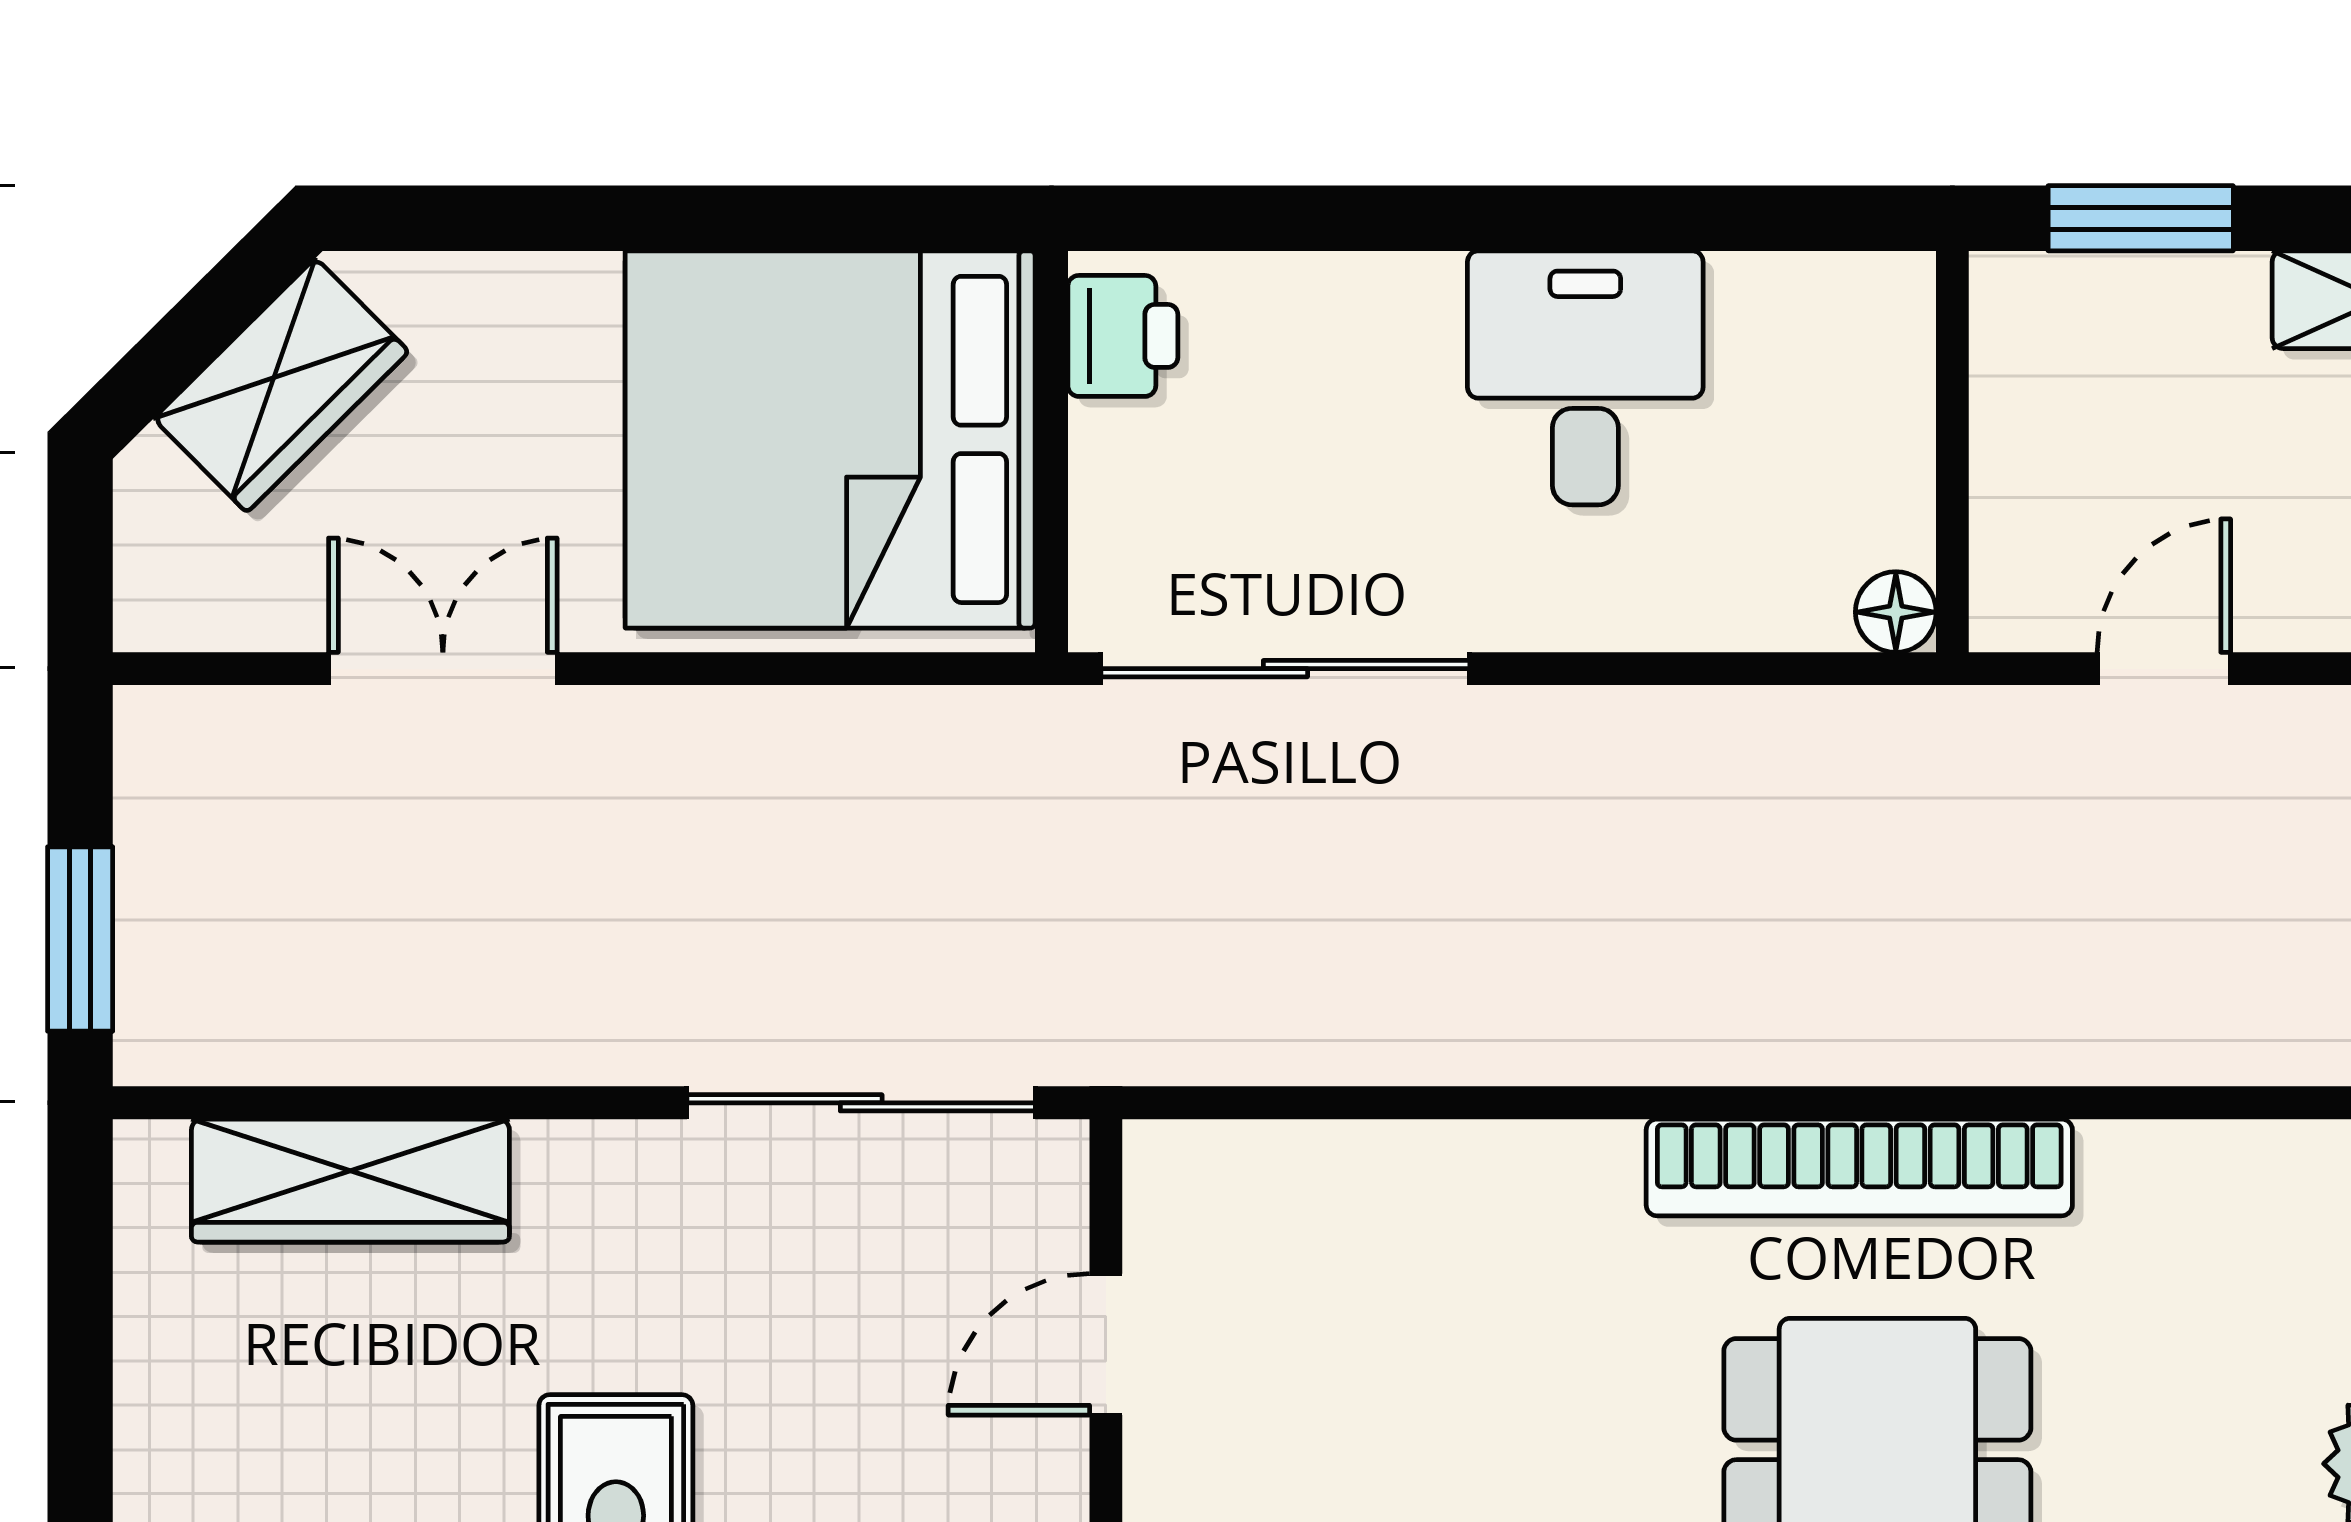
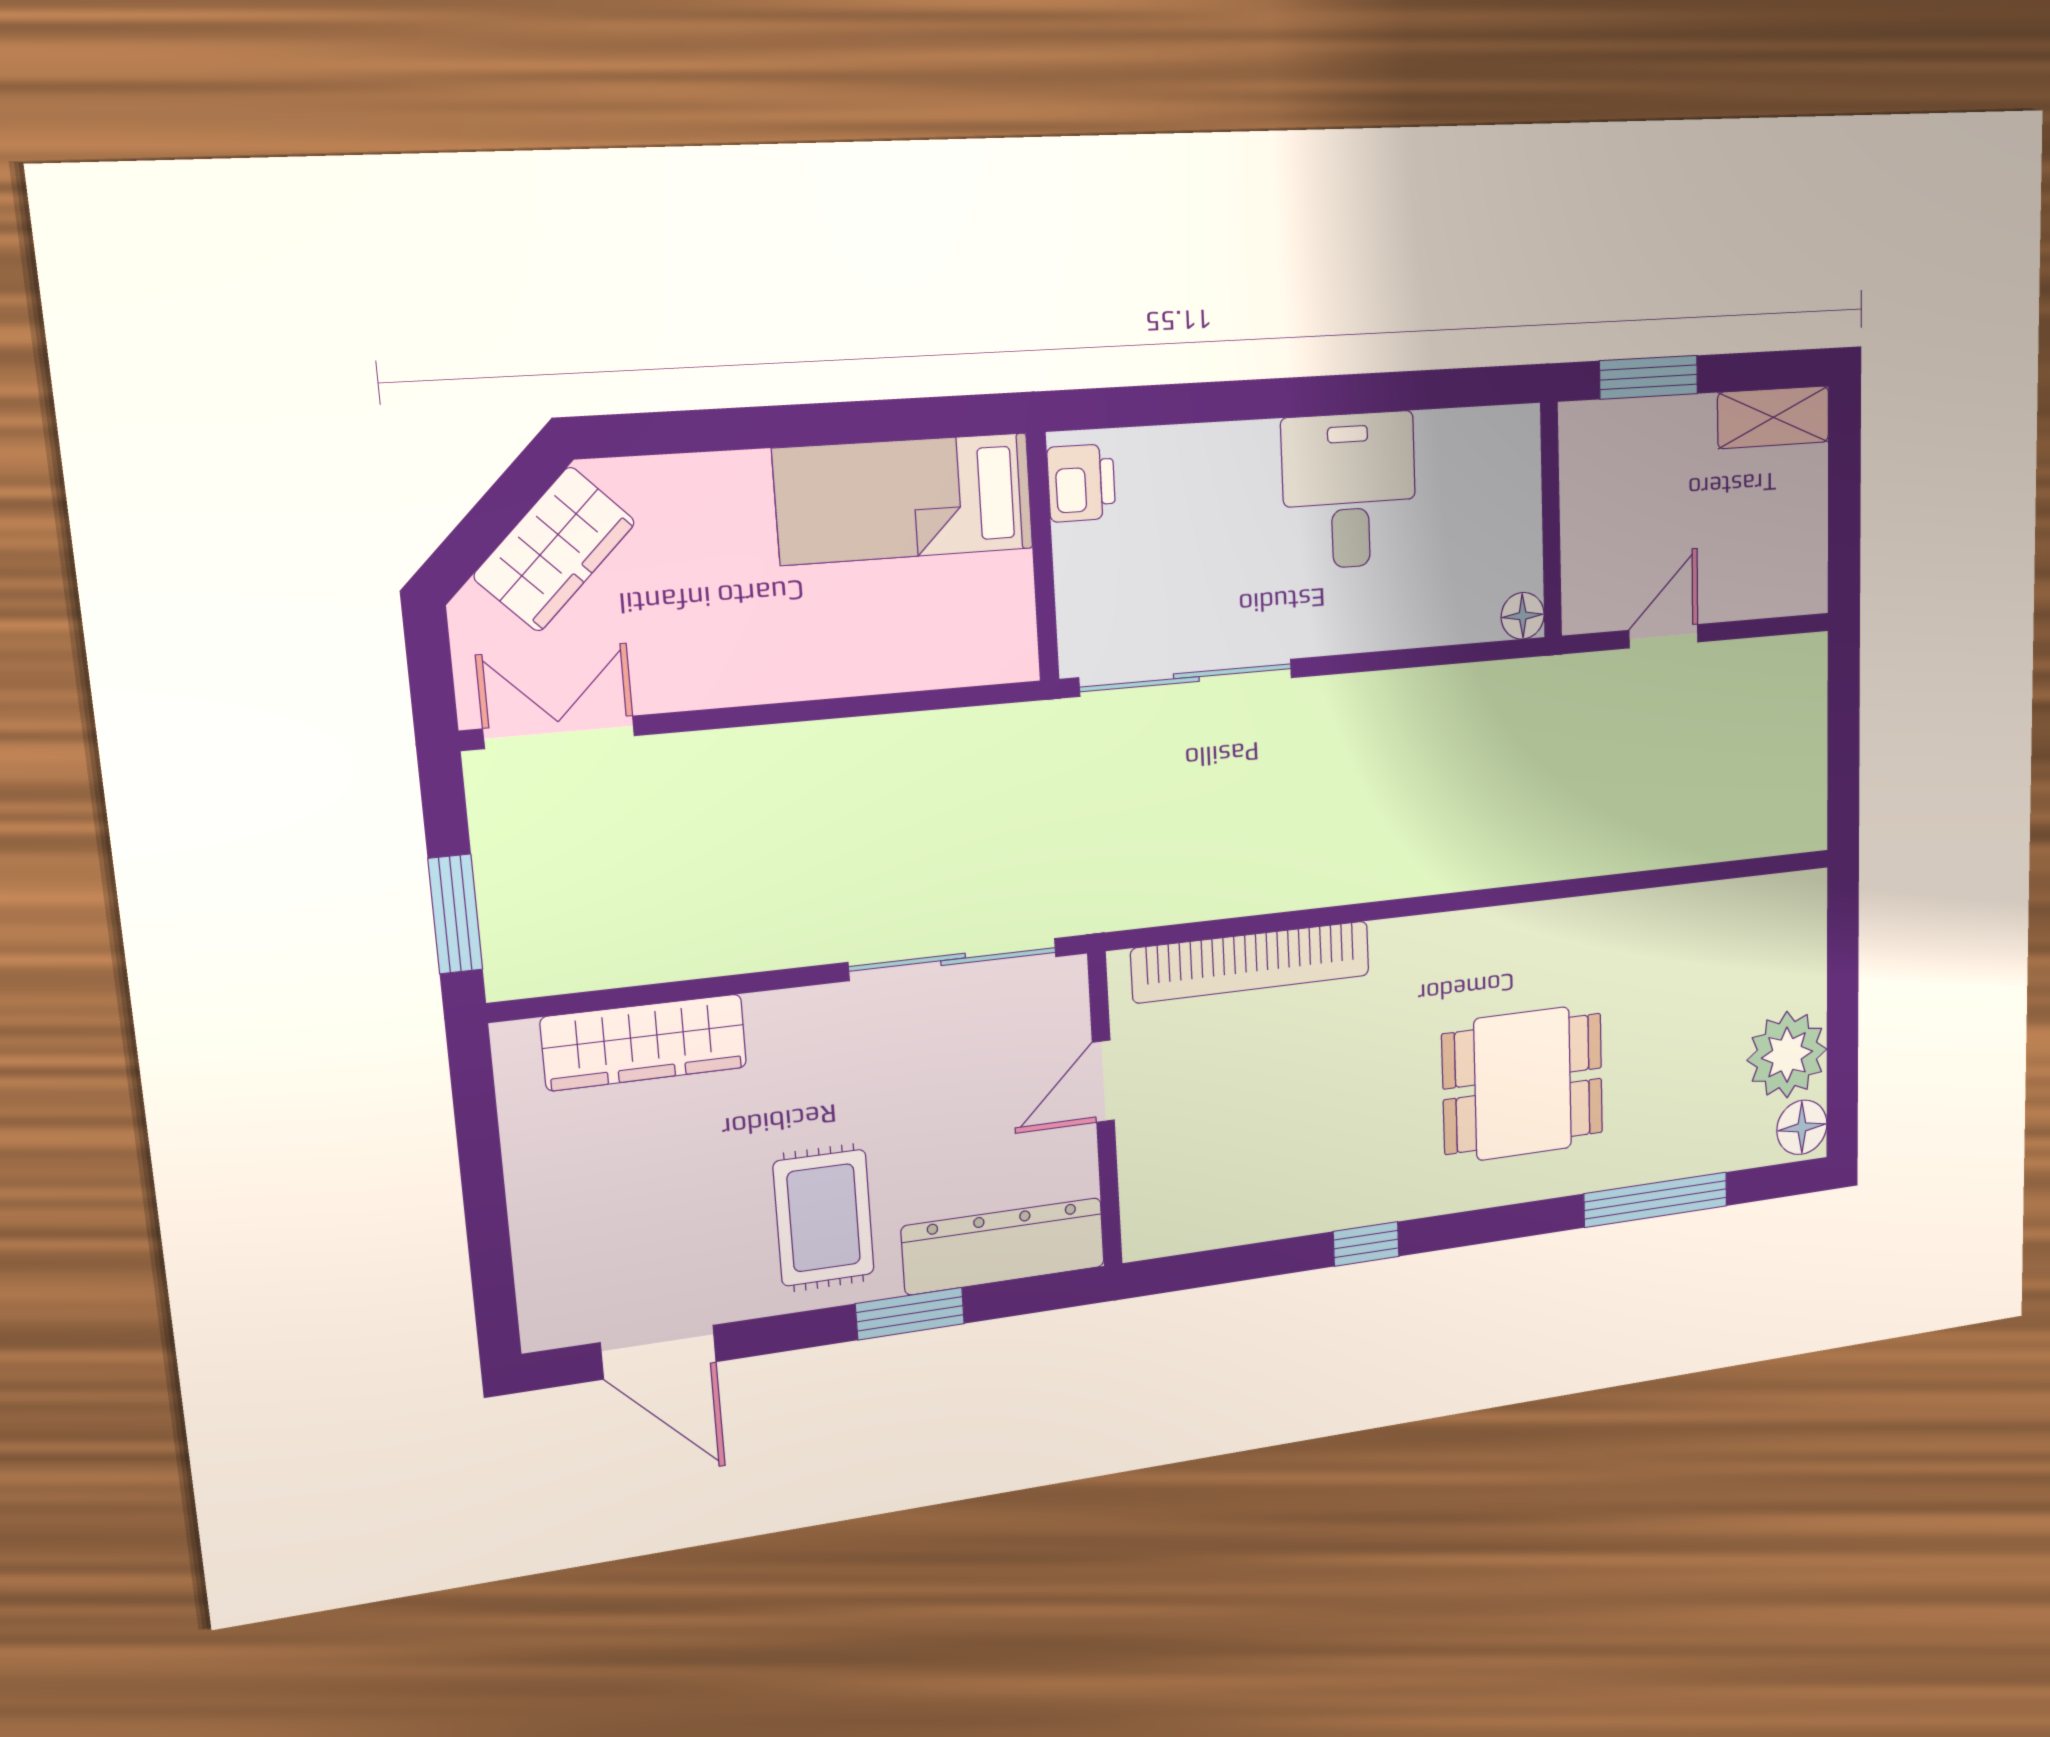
bed: (830, 439) -> (904, 499), width x0.49
double door: (443, 669) -> (559, 732), moved
bookcase: (1859, 1167) -> (1251, 962), moved

